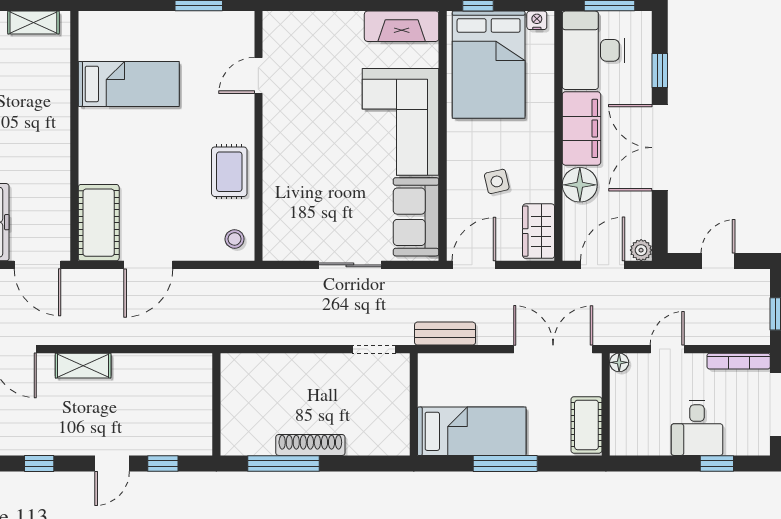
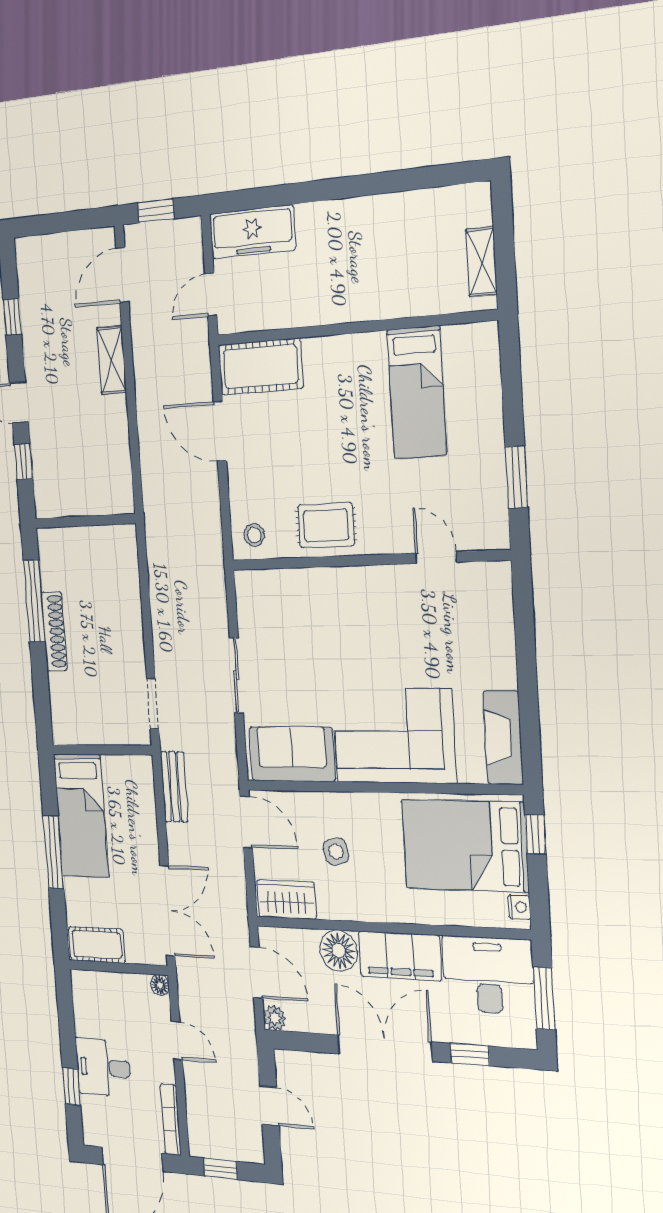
door: (37, 265) -> (211, 295), width x0.73

